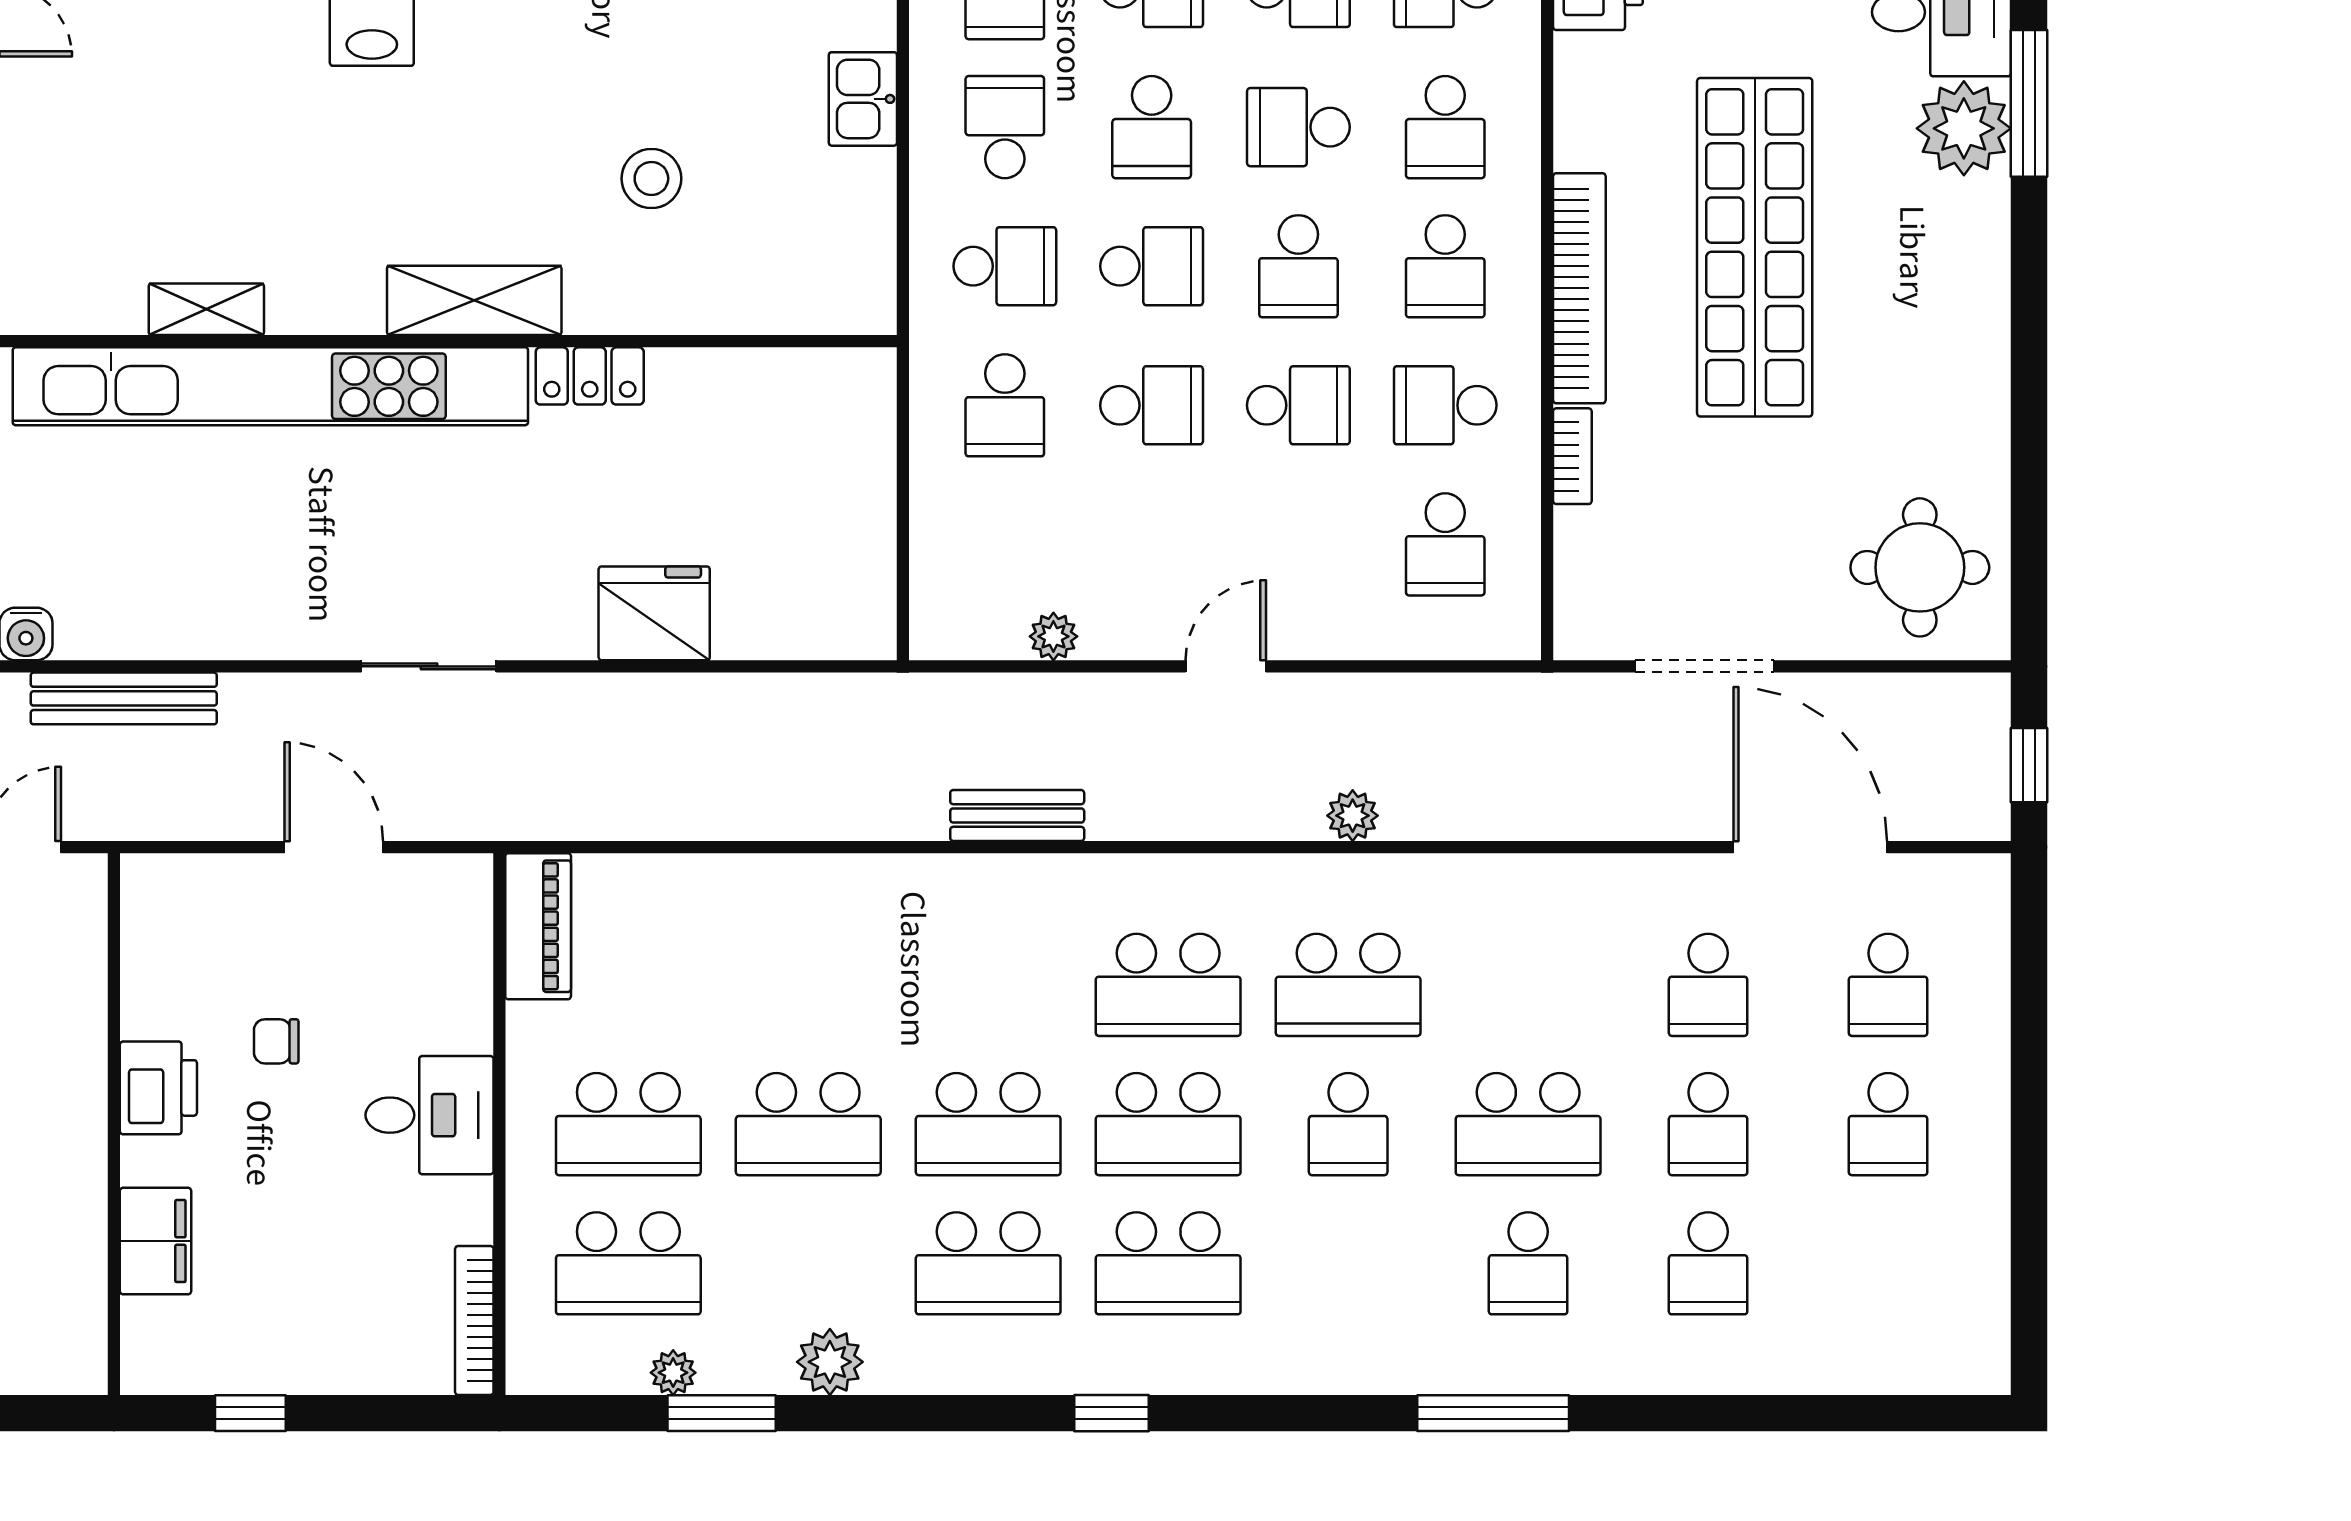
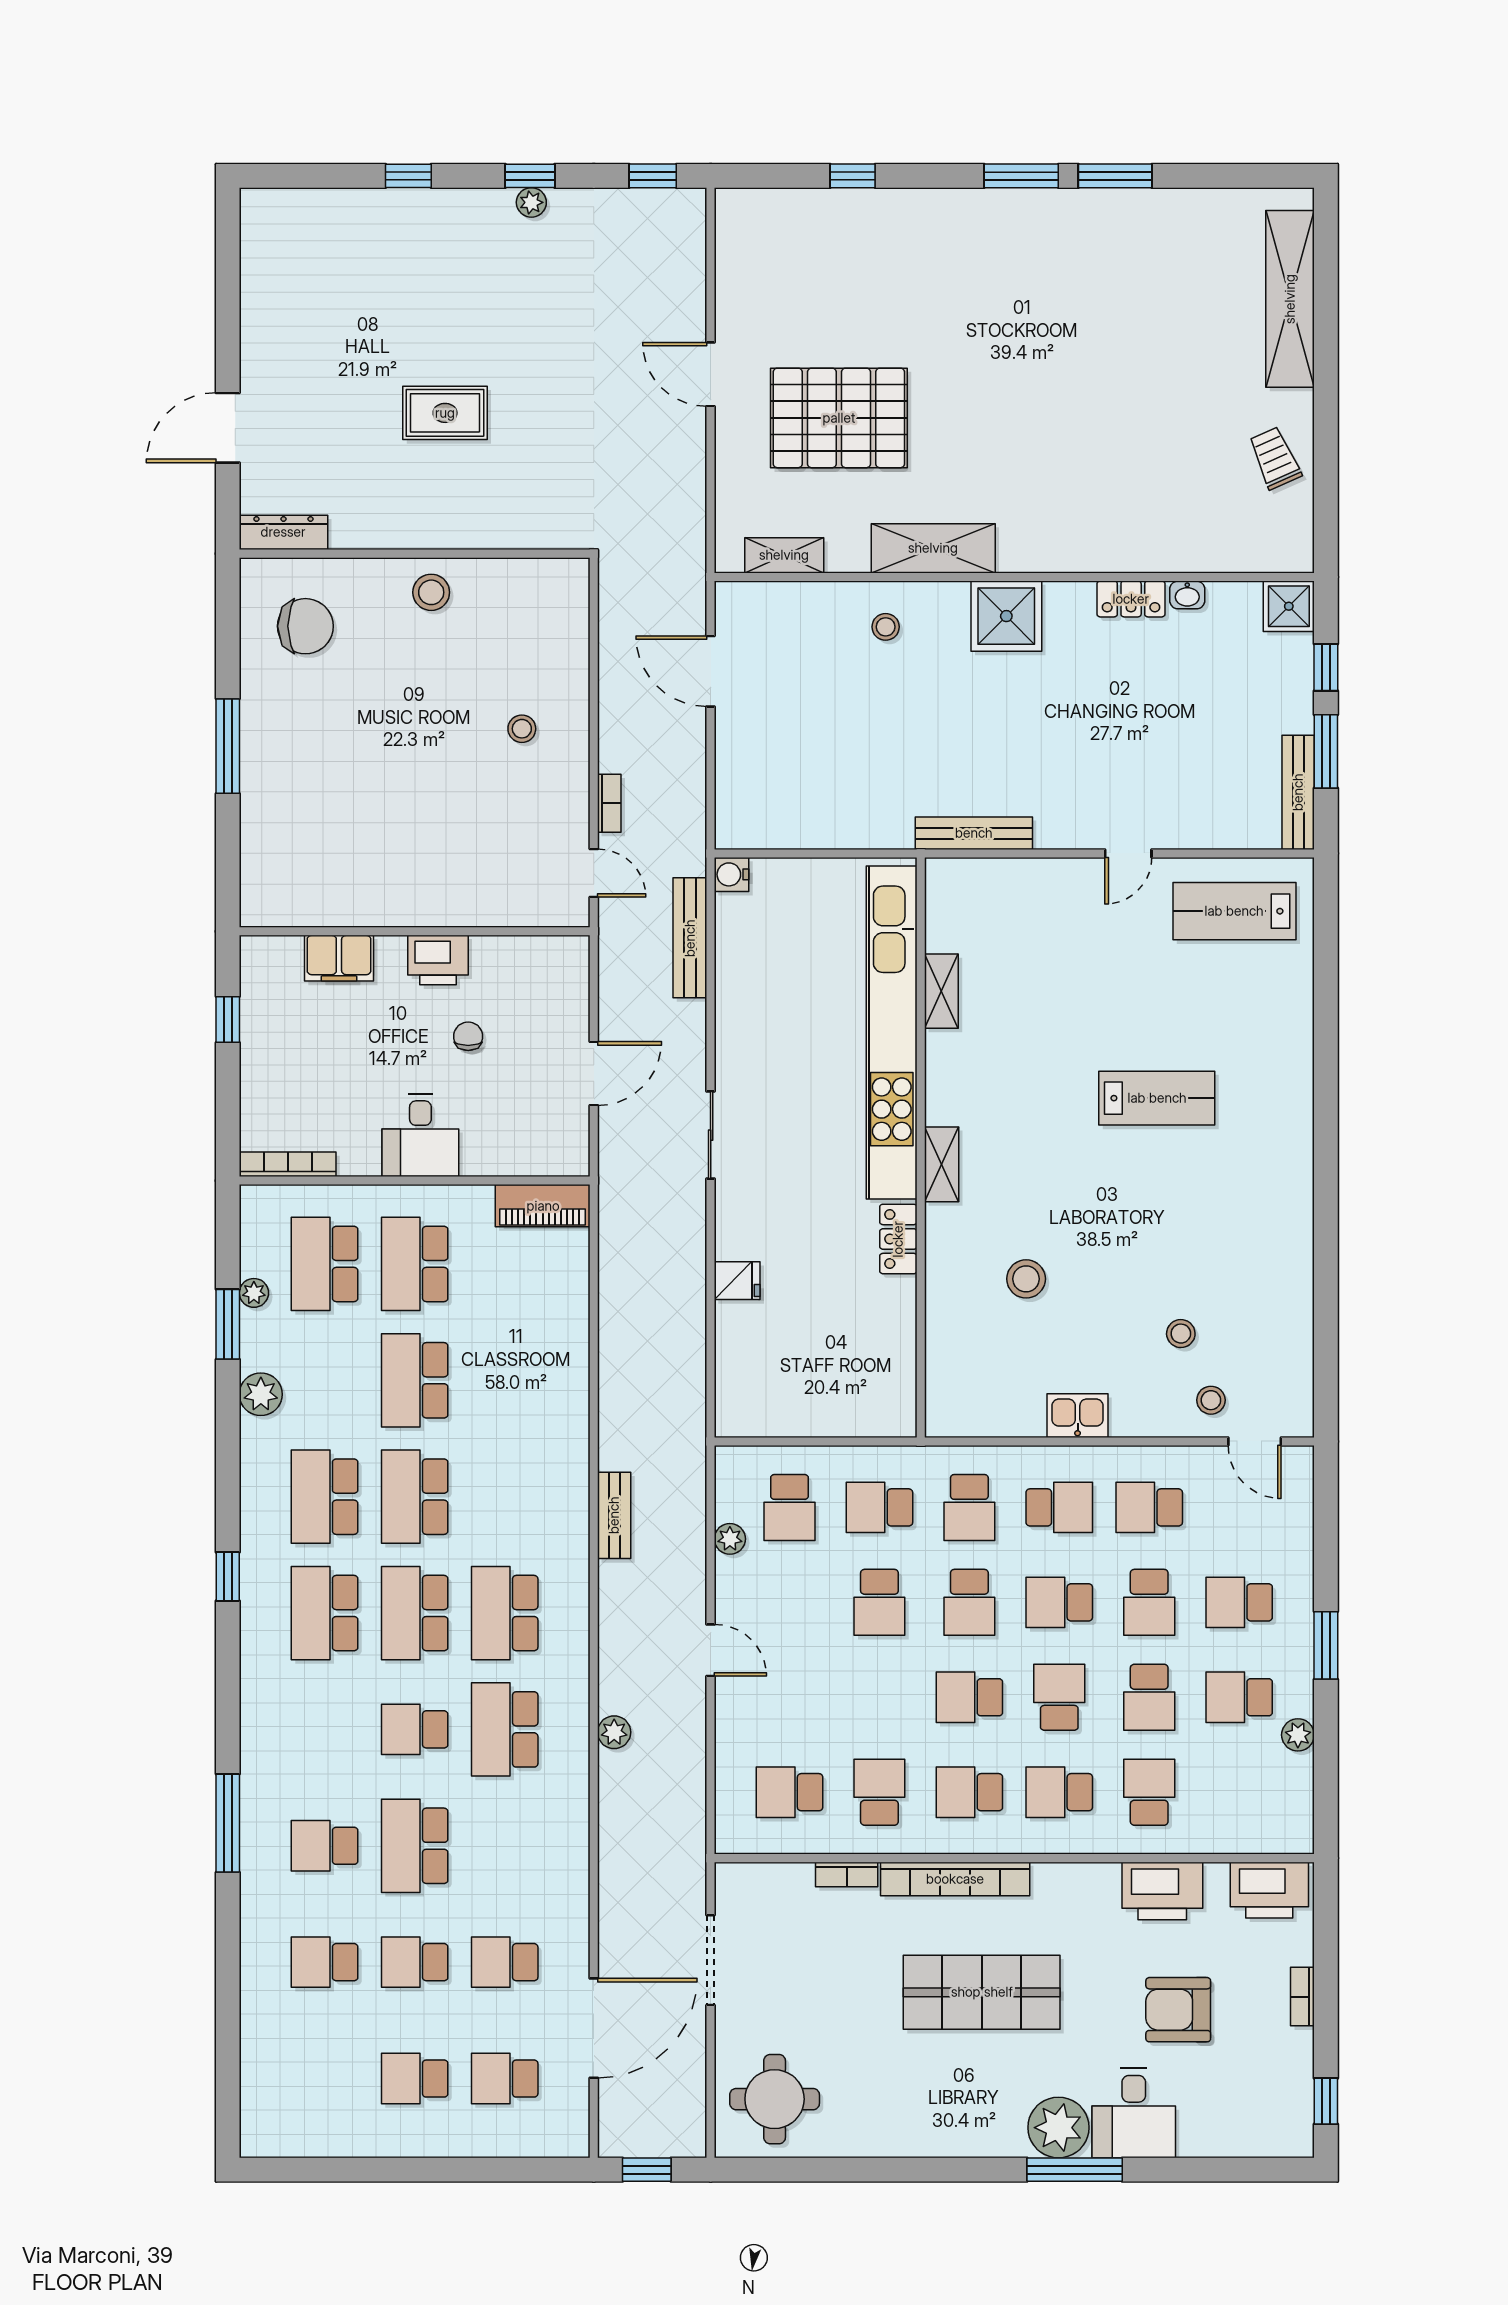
shop shelf: (1755, 247) -> (982, 1992), width x0.71
shelving: (474, 300) -> (942, 1164), width x0.67, depth x0.75
school desk: (1298, 405) -> (790, 1507), moved
fridge: (654, 613) -> (737, 1281), width x0.53, depth x0.75

